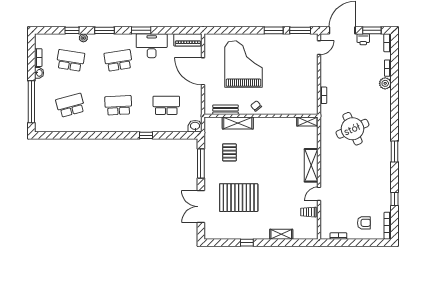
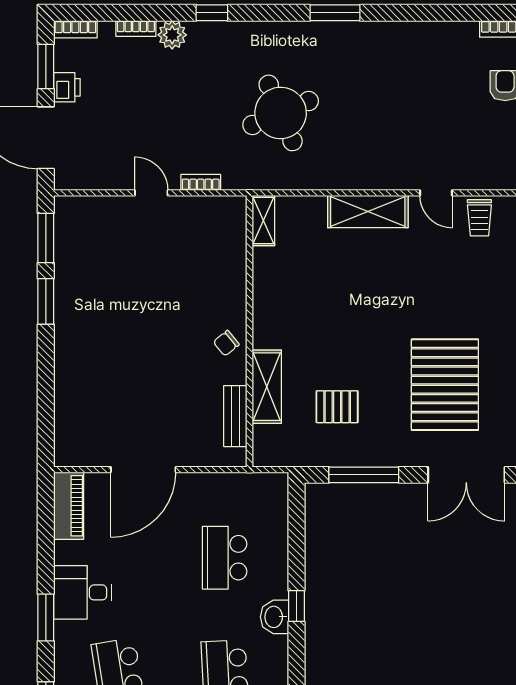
desk: (152, 46) -> (82, 592), width x0.73
door: (319, 48) -> (151, 193), moved
grand piano: (243, 64) -> (126, 373), removed
washbasin: (195, 126) -> (275, 617), moved
window: (394, 199) -> (212, 13), moved

